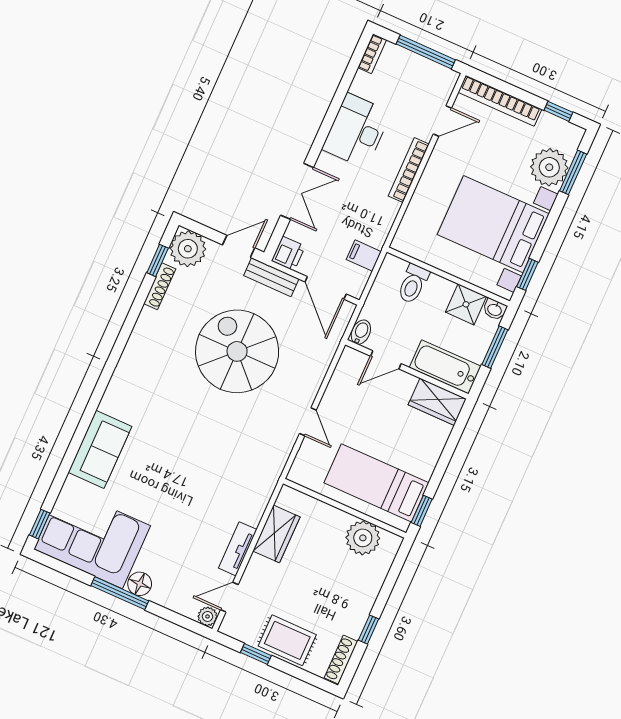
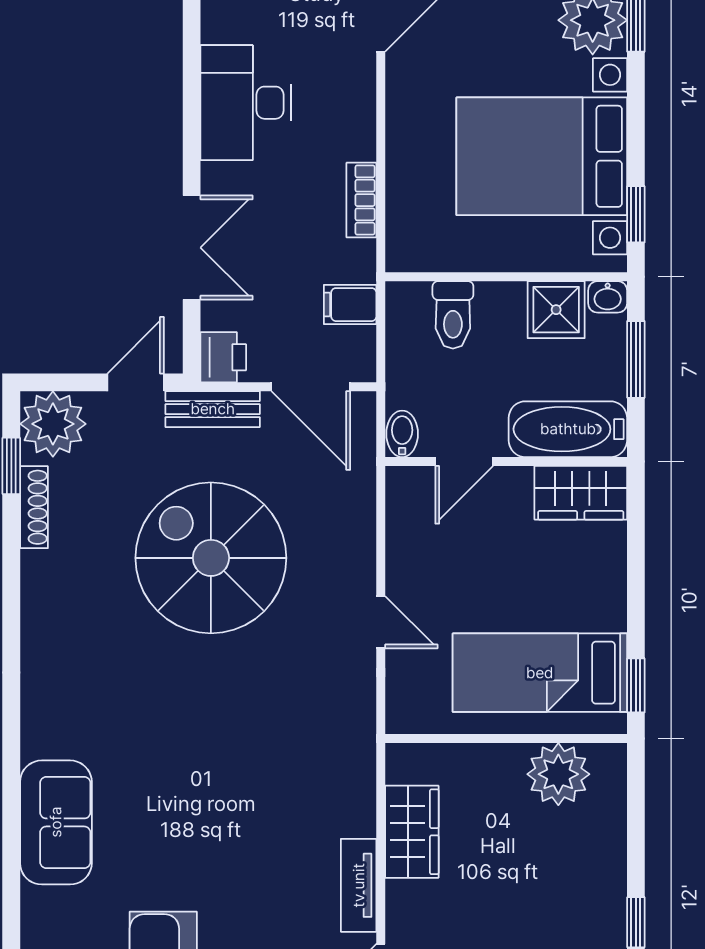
bookcase: (409, 170) -> (361, 200), moved, width x0.64

